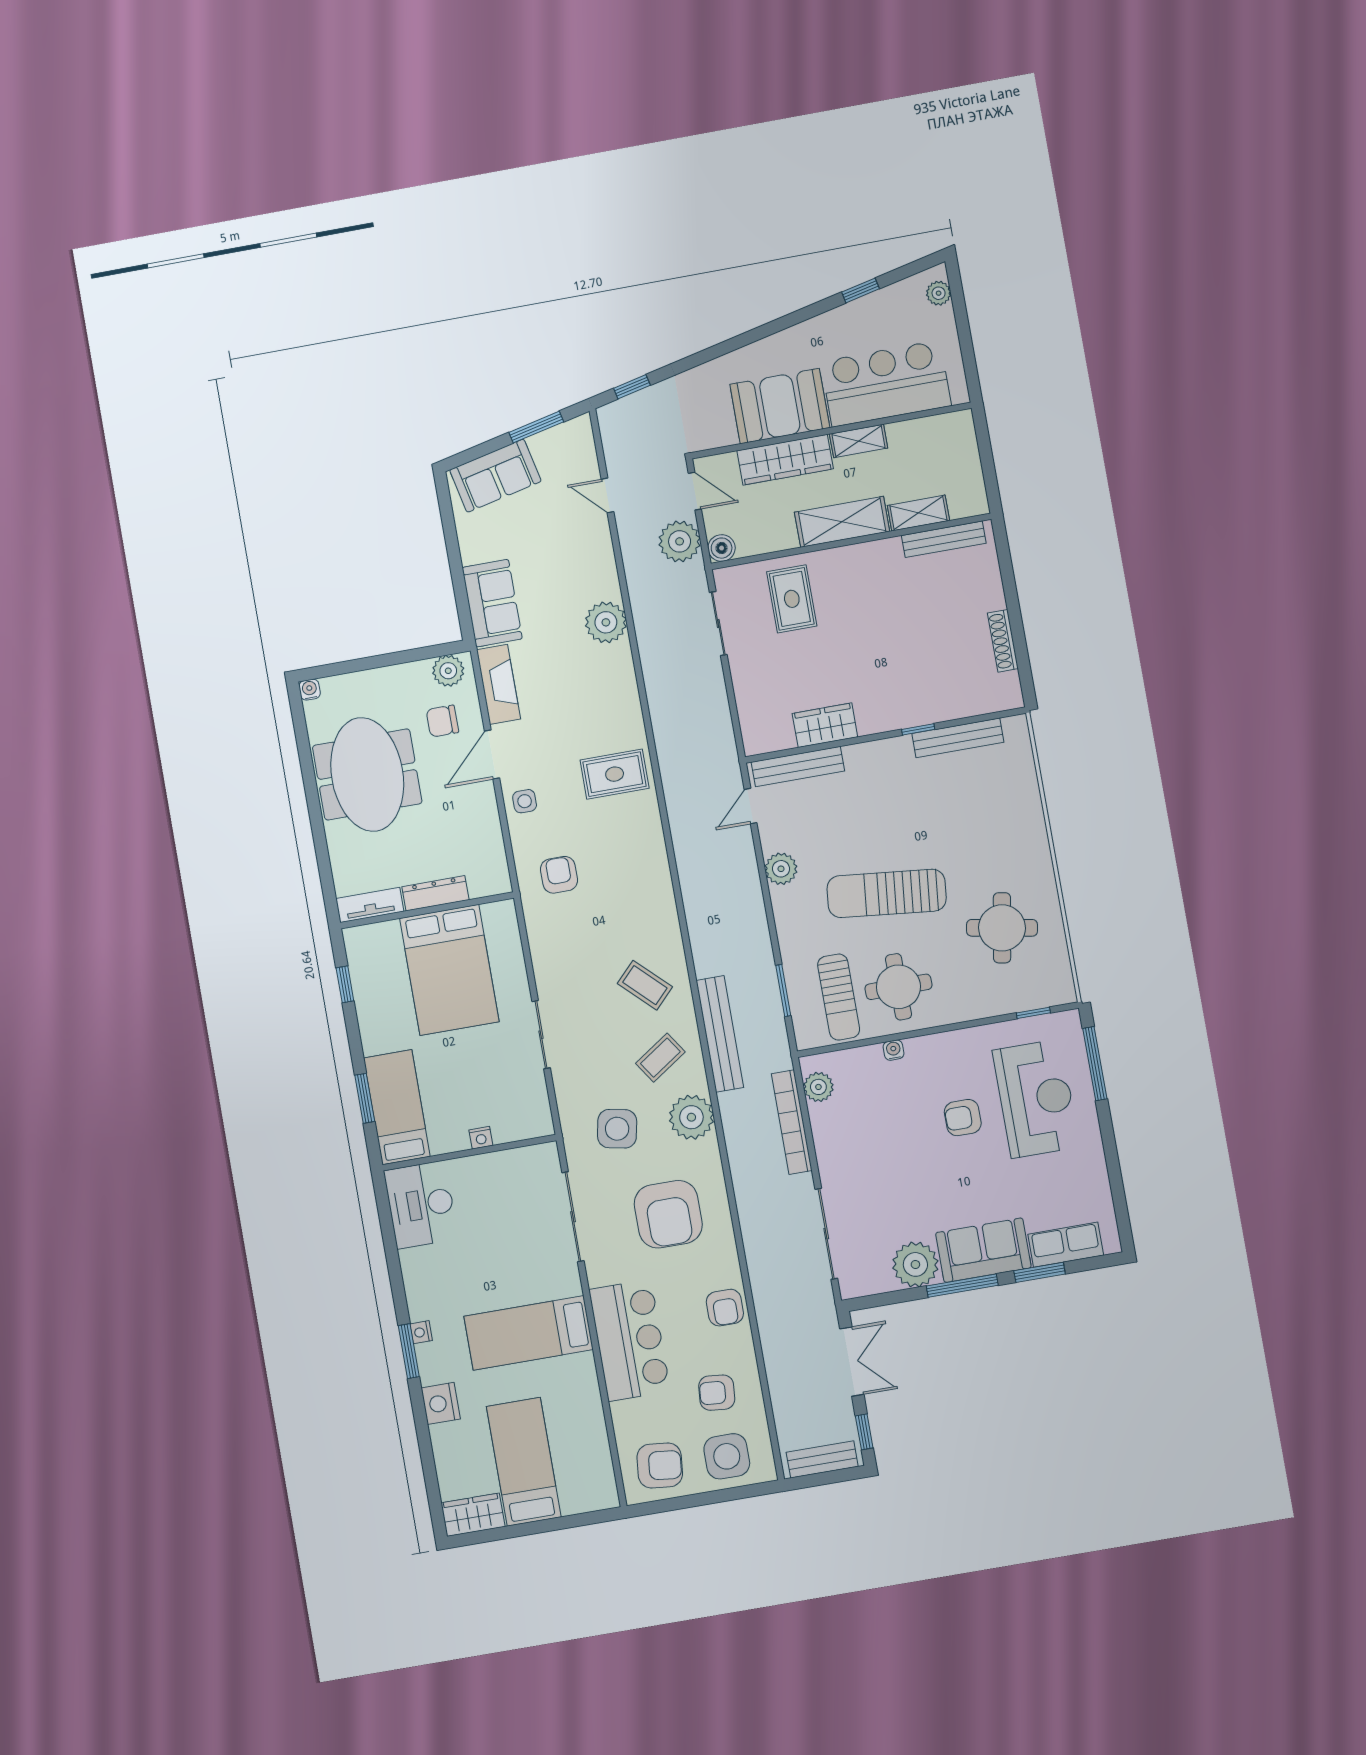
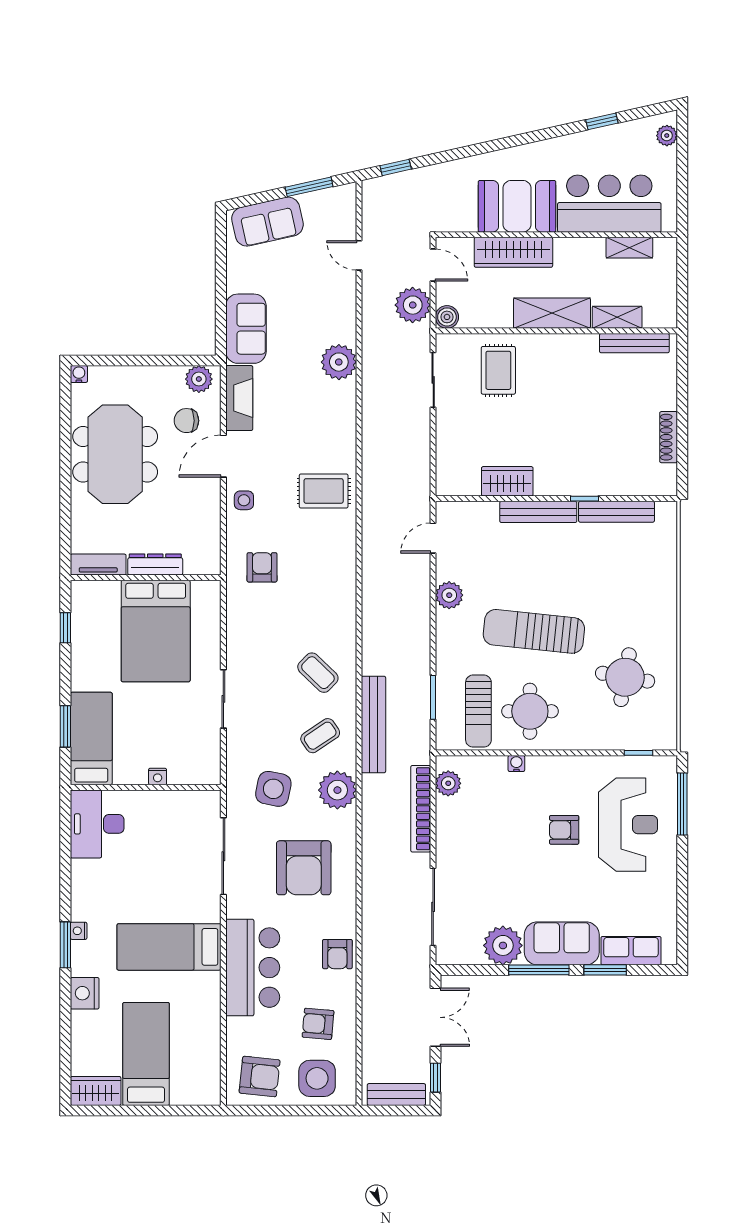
shelving: (859, 441) -> (629, 248), moved
bench: (798, 766) -> (538, 512), moved

